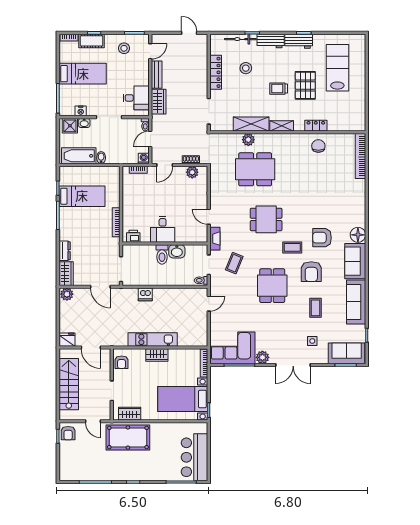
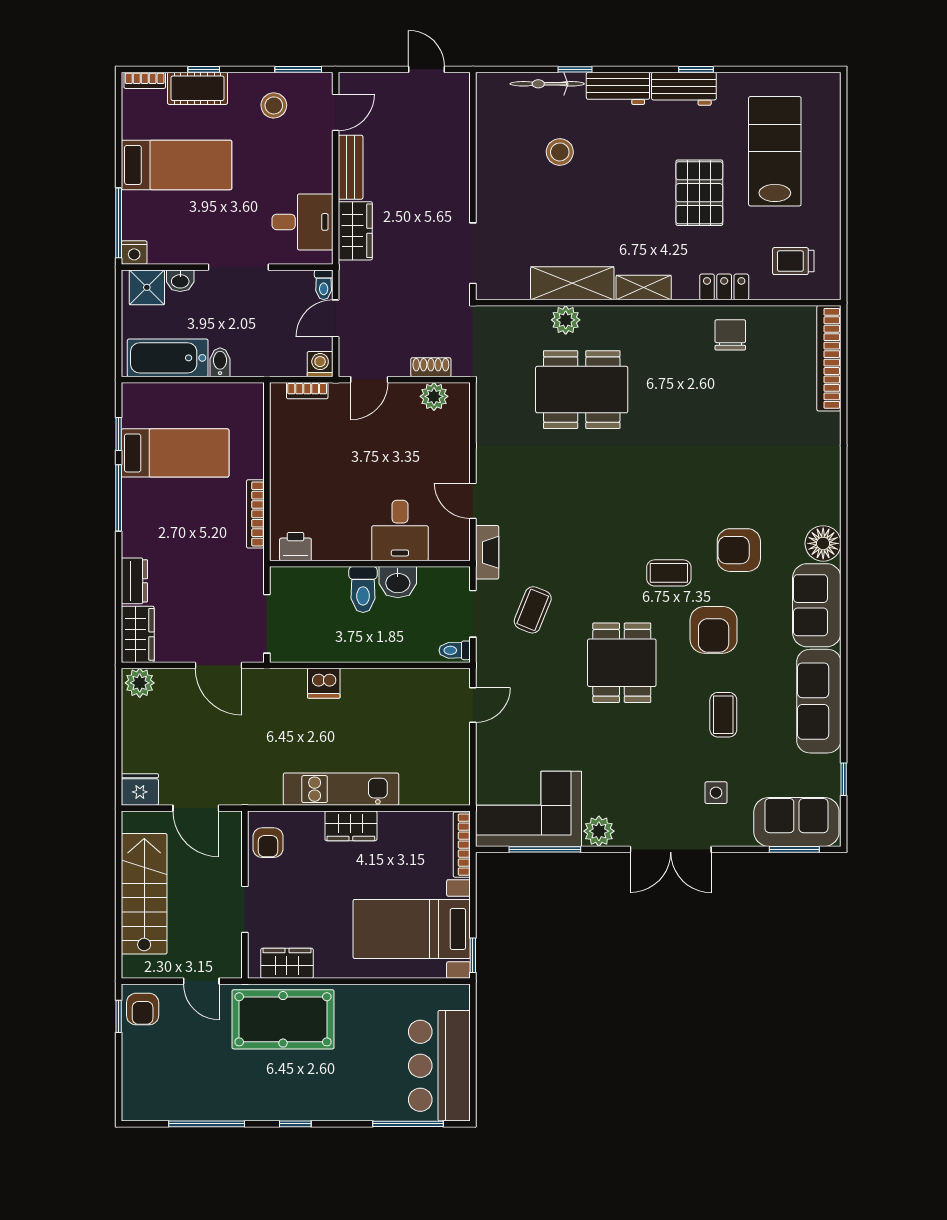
locker: (216, 72) -> (489, 162), removed
trolley: (279, 89) -> (793, 261), moved
nightstand: (81, 111) -> (134, 252), moved
dining table: (266, 219) -> (607, 507), removed
desk: (163, 229) -> (400, 531), moved

